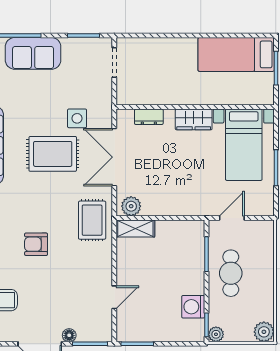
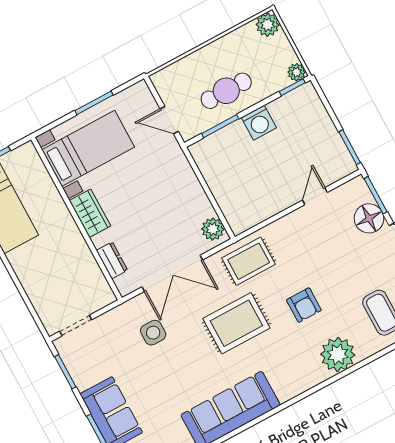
rug: (53, 154) -> (236, 323), moved, turned 90
shelving: (135, 228) -> (233, 213), removed
door: (114, 297) -> (315, 196), hinge flipped
washing machine: (193, 307) -> (259, 123), moved
floor lamp: (69, 335) -> (369, 218), width x1.89, depth x1.89

